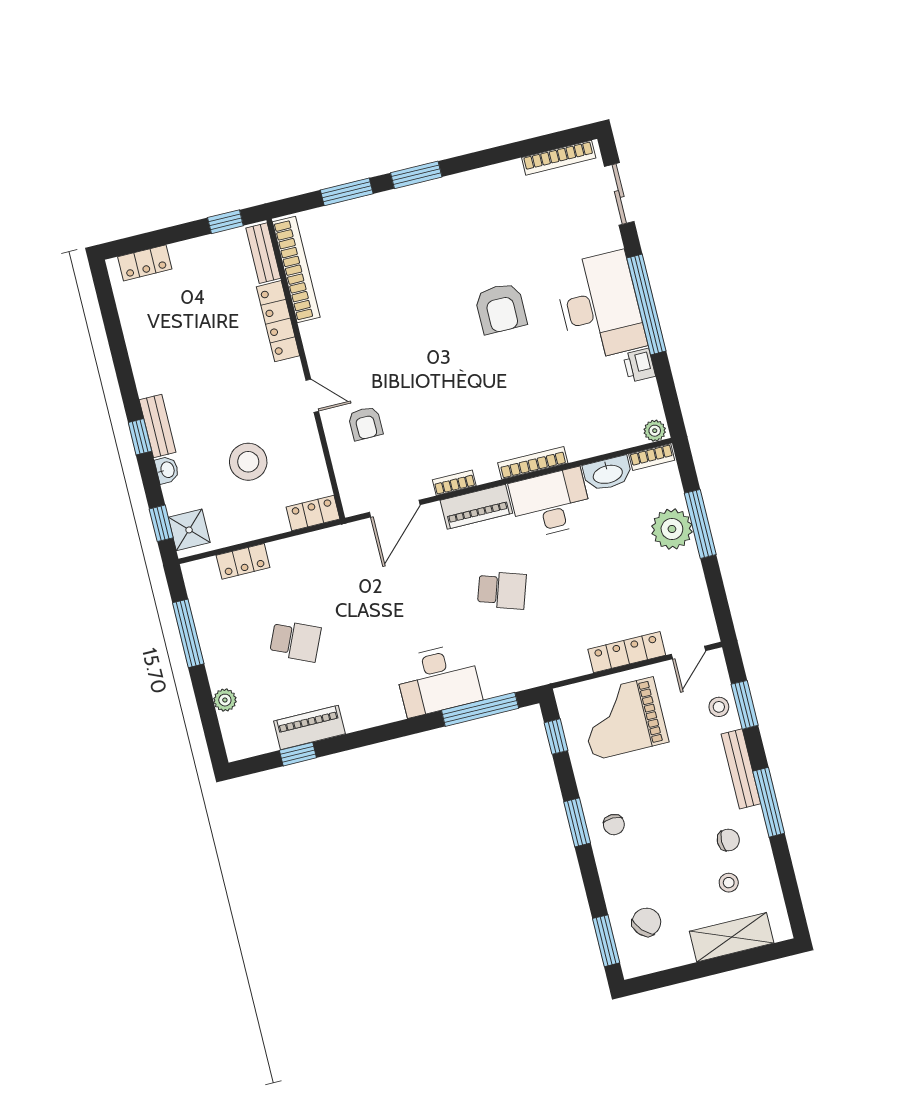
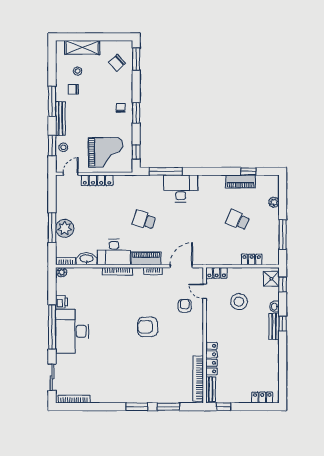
armchair: (501, 308) -> (148, 327), moved, turned -90
door: (312, 396) -> (205, 291), moved

